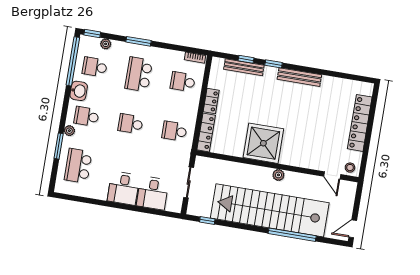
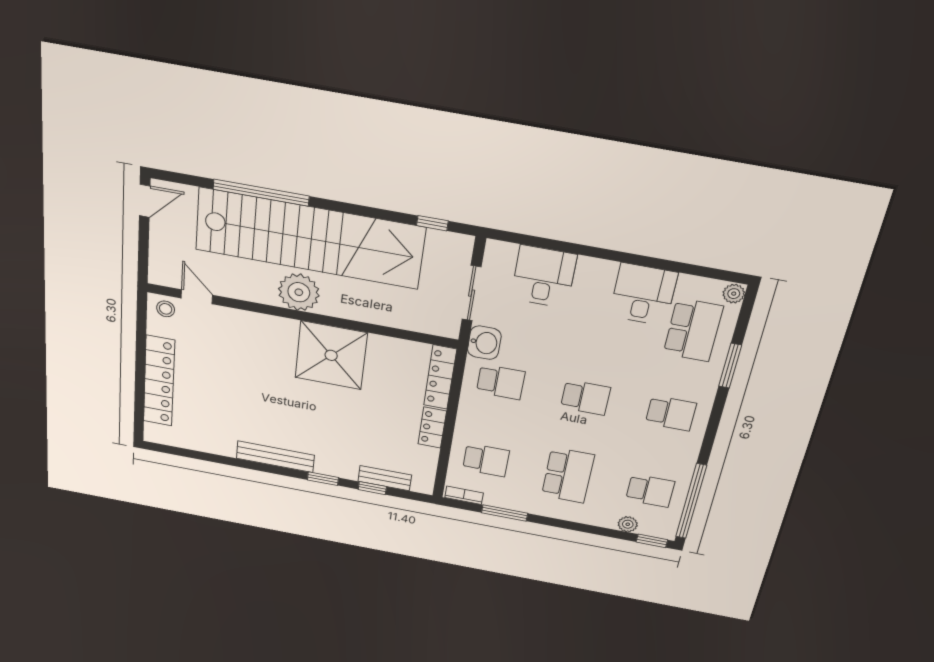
window: (139, 41) -> (505, 513), moved
bench: (244, 67) -> (385, 478), width x0.73
washbasin: (79, 91) -> (484, 343), moved, turned 180
plant: (69, 131) -> (734, 294), moved
plant: (278, 175) -> (299, 292), width x1.88, depth x1.88
desk: (124, 188) -> (643, 294), moved

